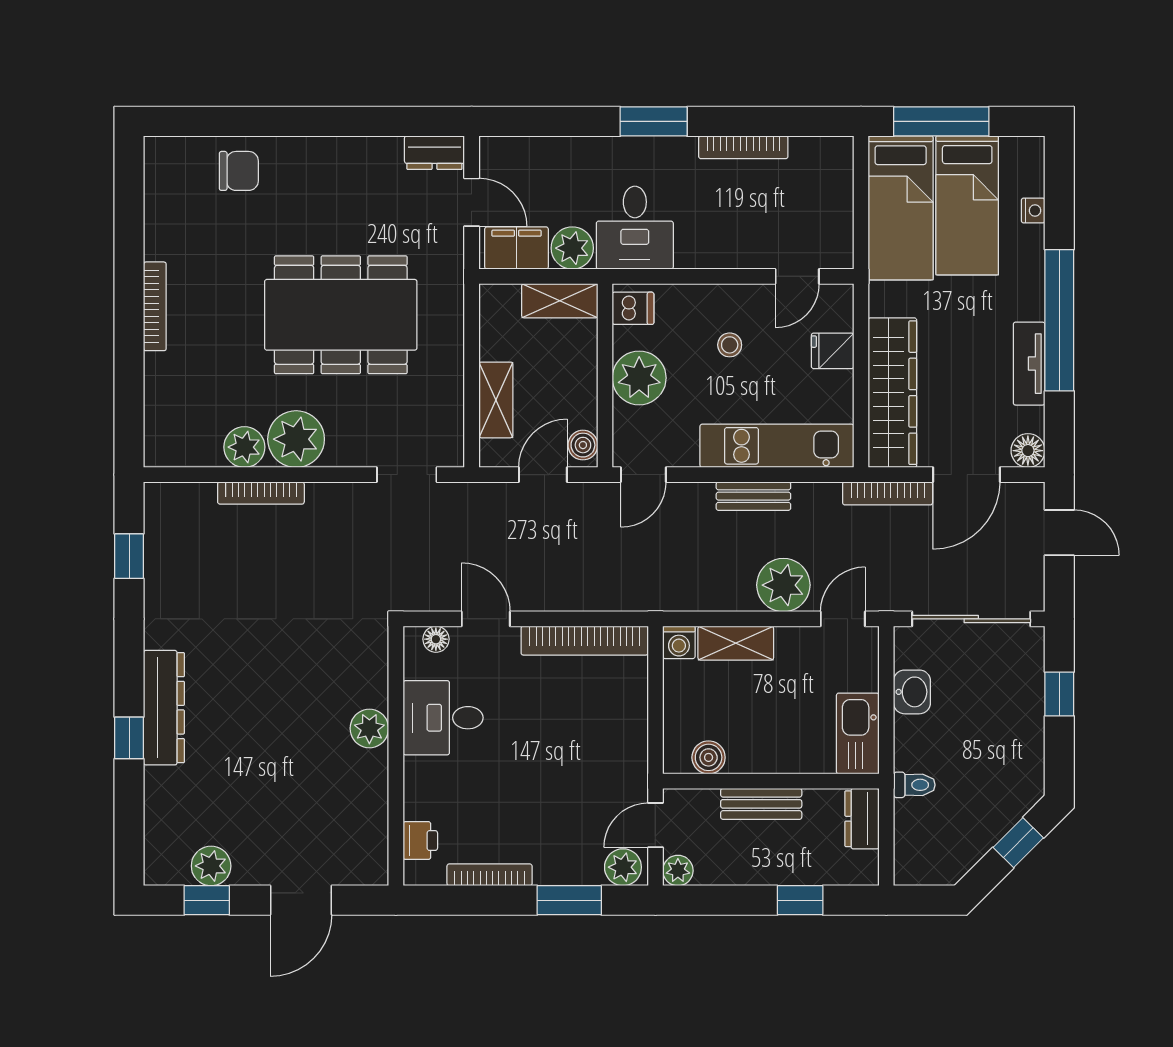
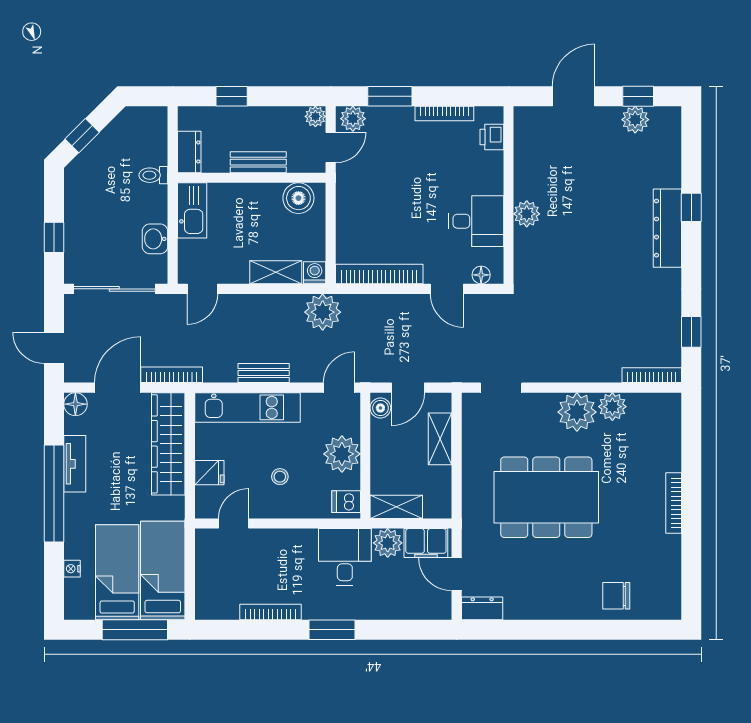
bookcase: (261, 493) -> (652, 375), moved
plant: (783, 585) -> (323, 312), moved
boiler: (709, 757) -> (298, 198), width x1.36, depth x1.36

